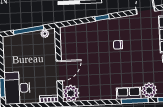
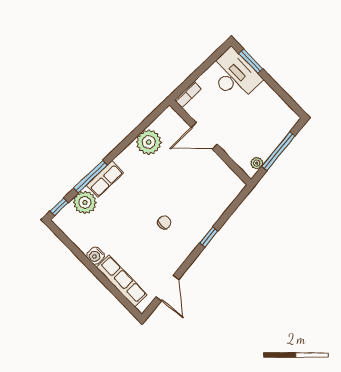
door: (59, 71) -> (204, 136), hinge flipped
plant: (71, 93) -> (149, 142), moved

